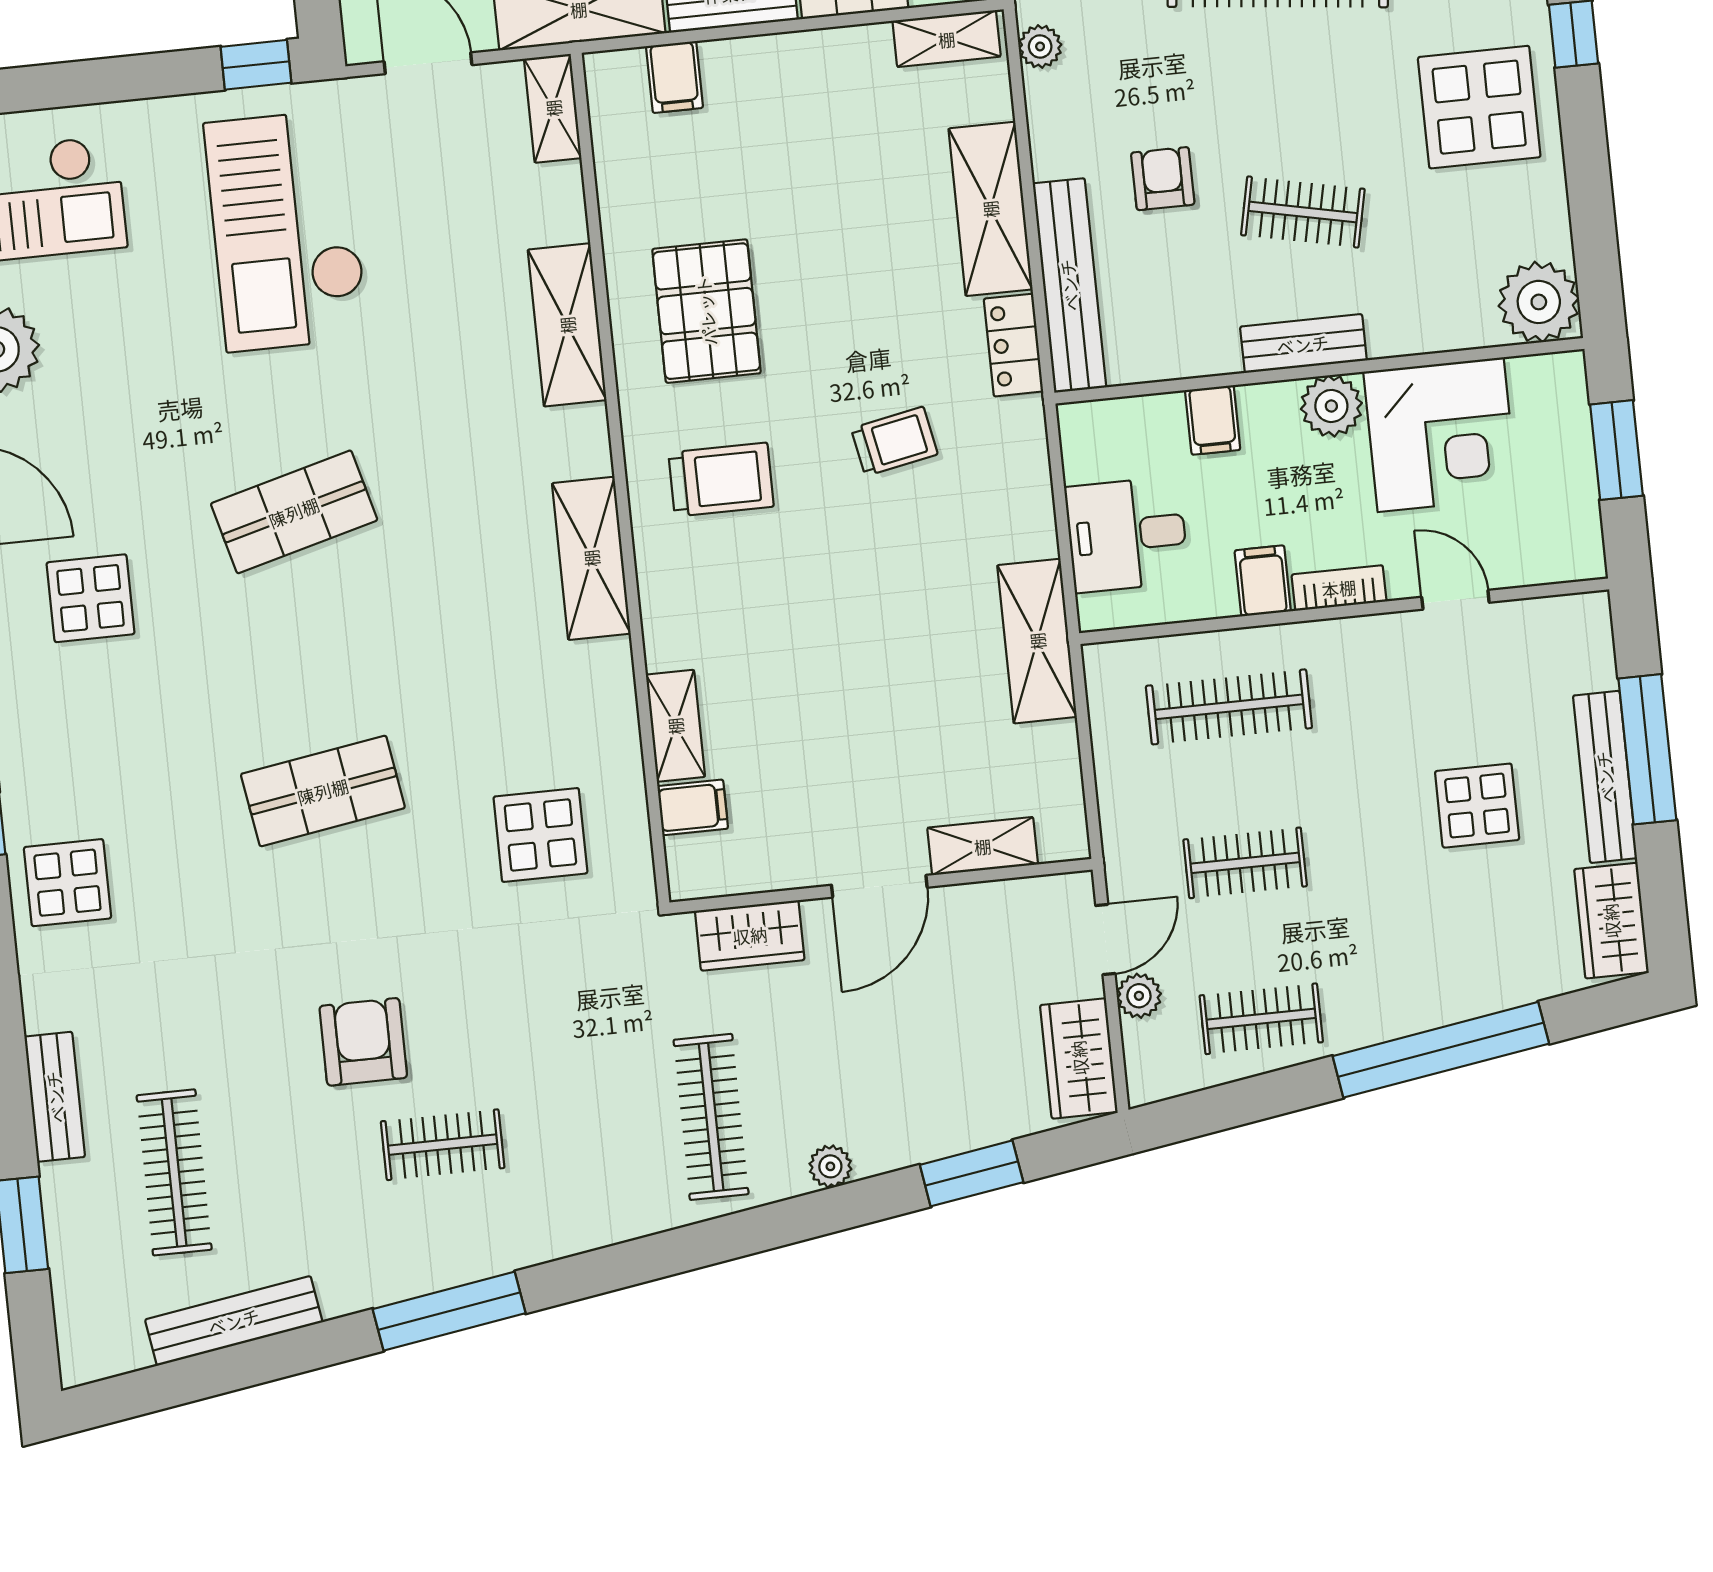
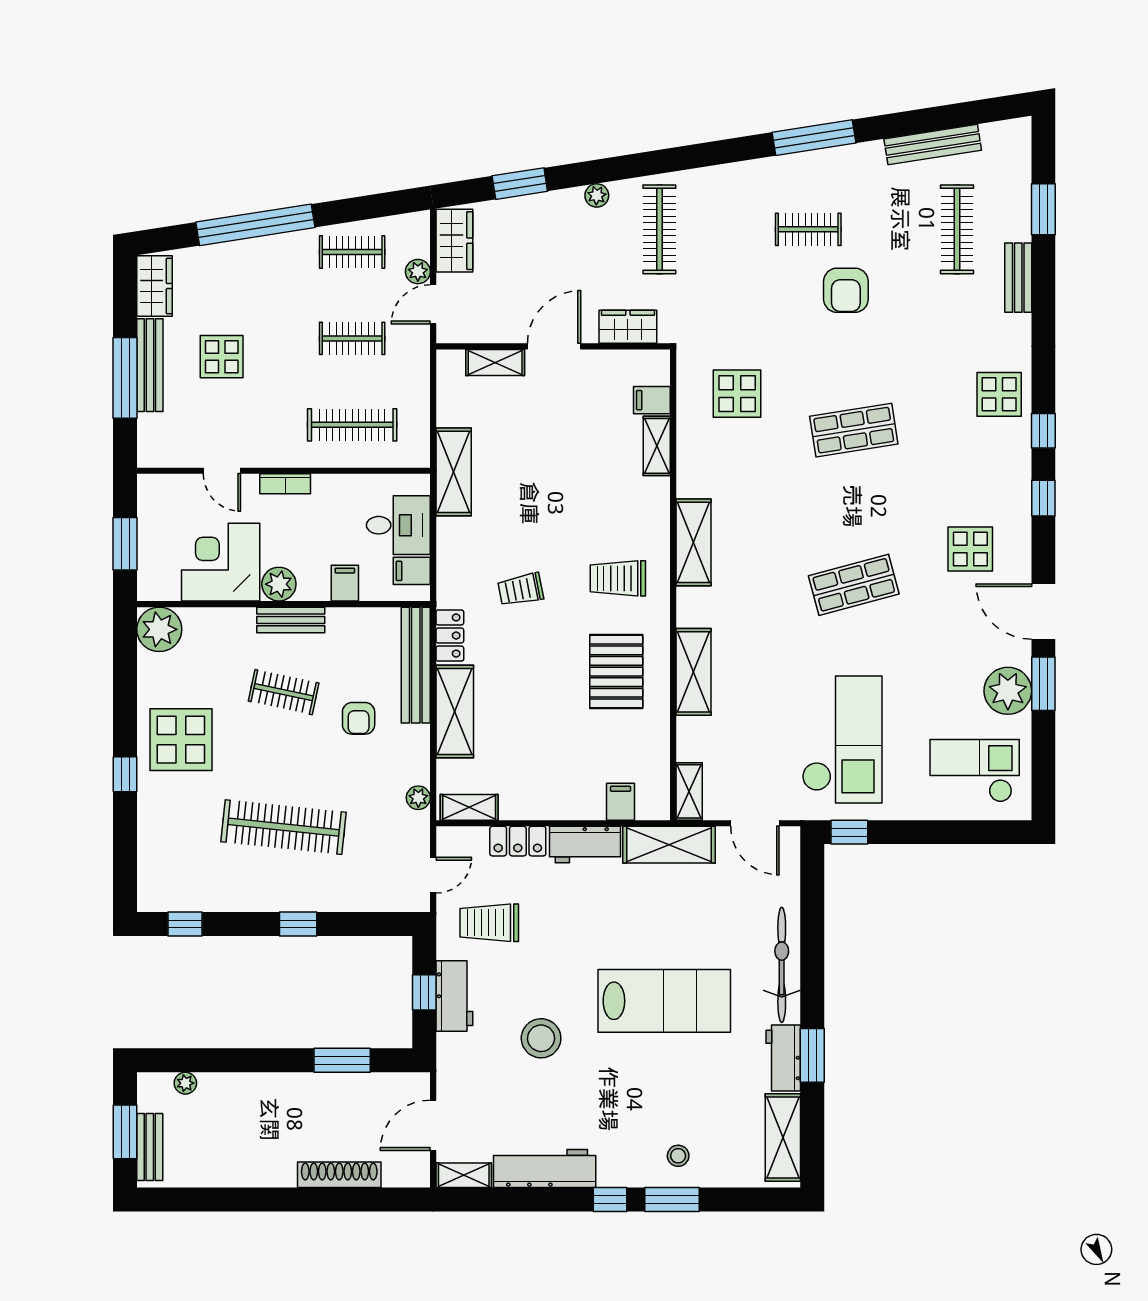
filing cabinet: (1263, 581) -> (412, 571), moved, turned 90

